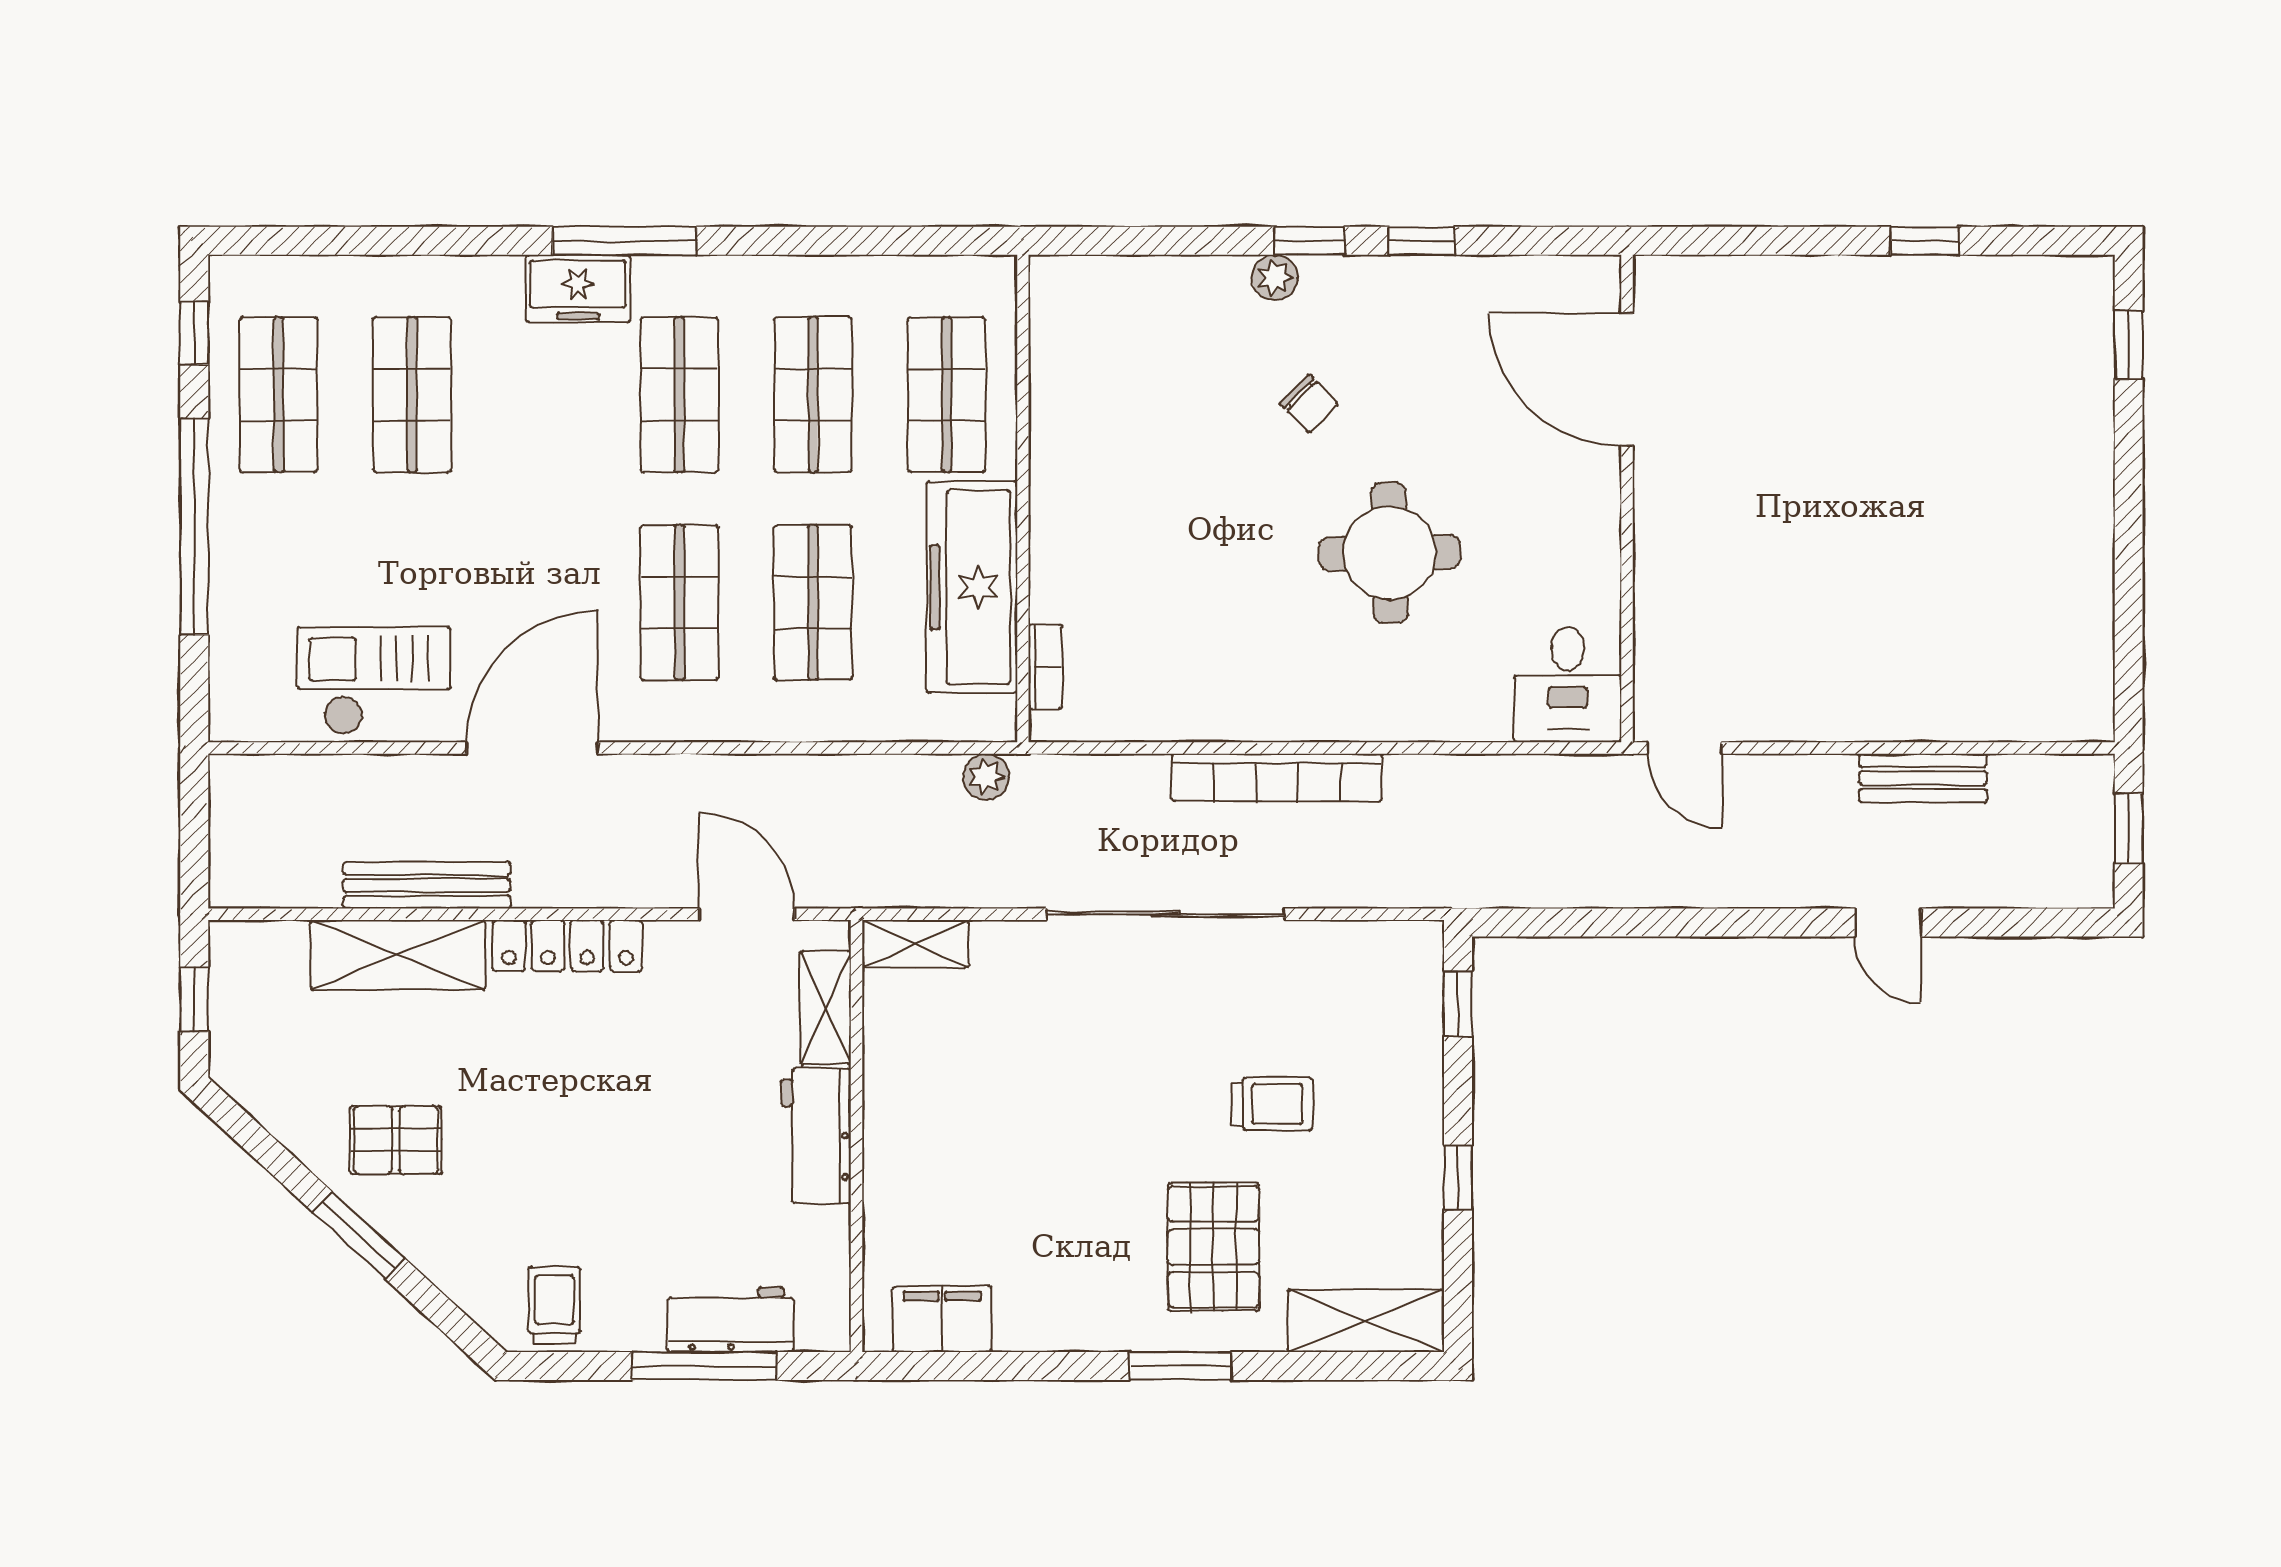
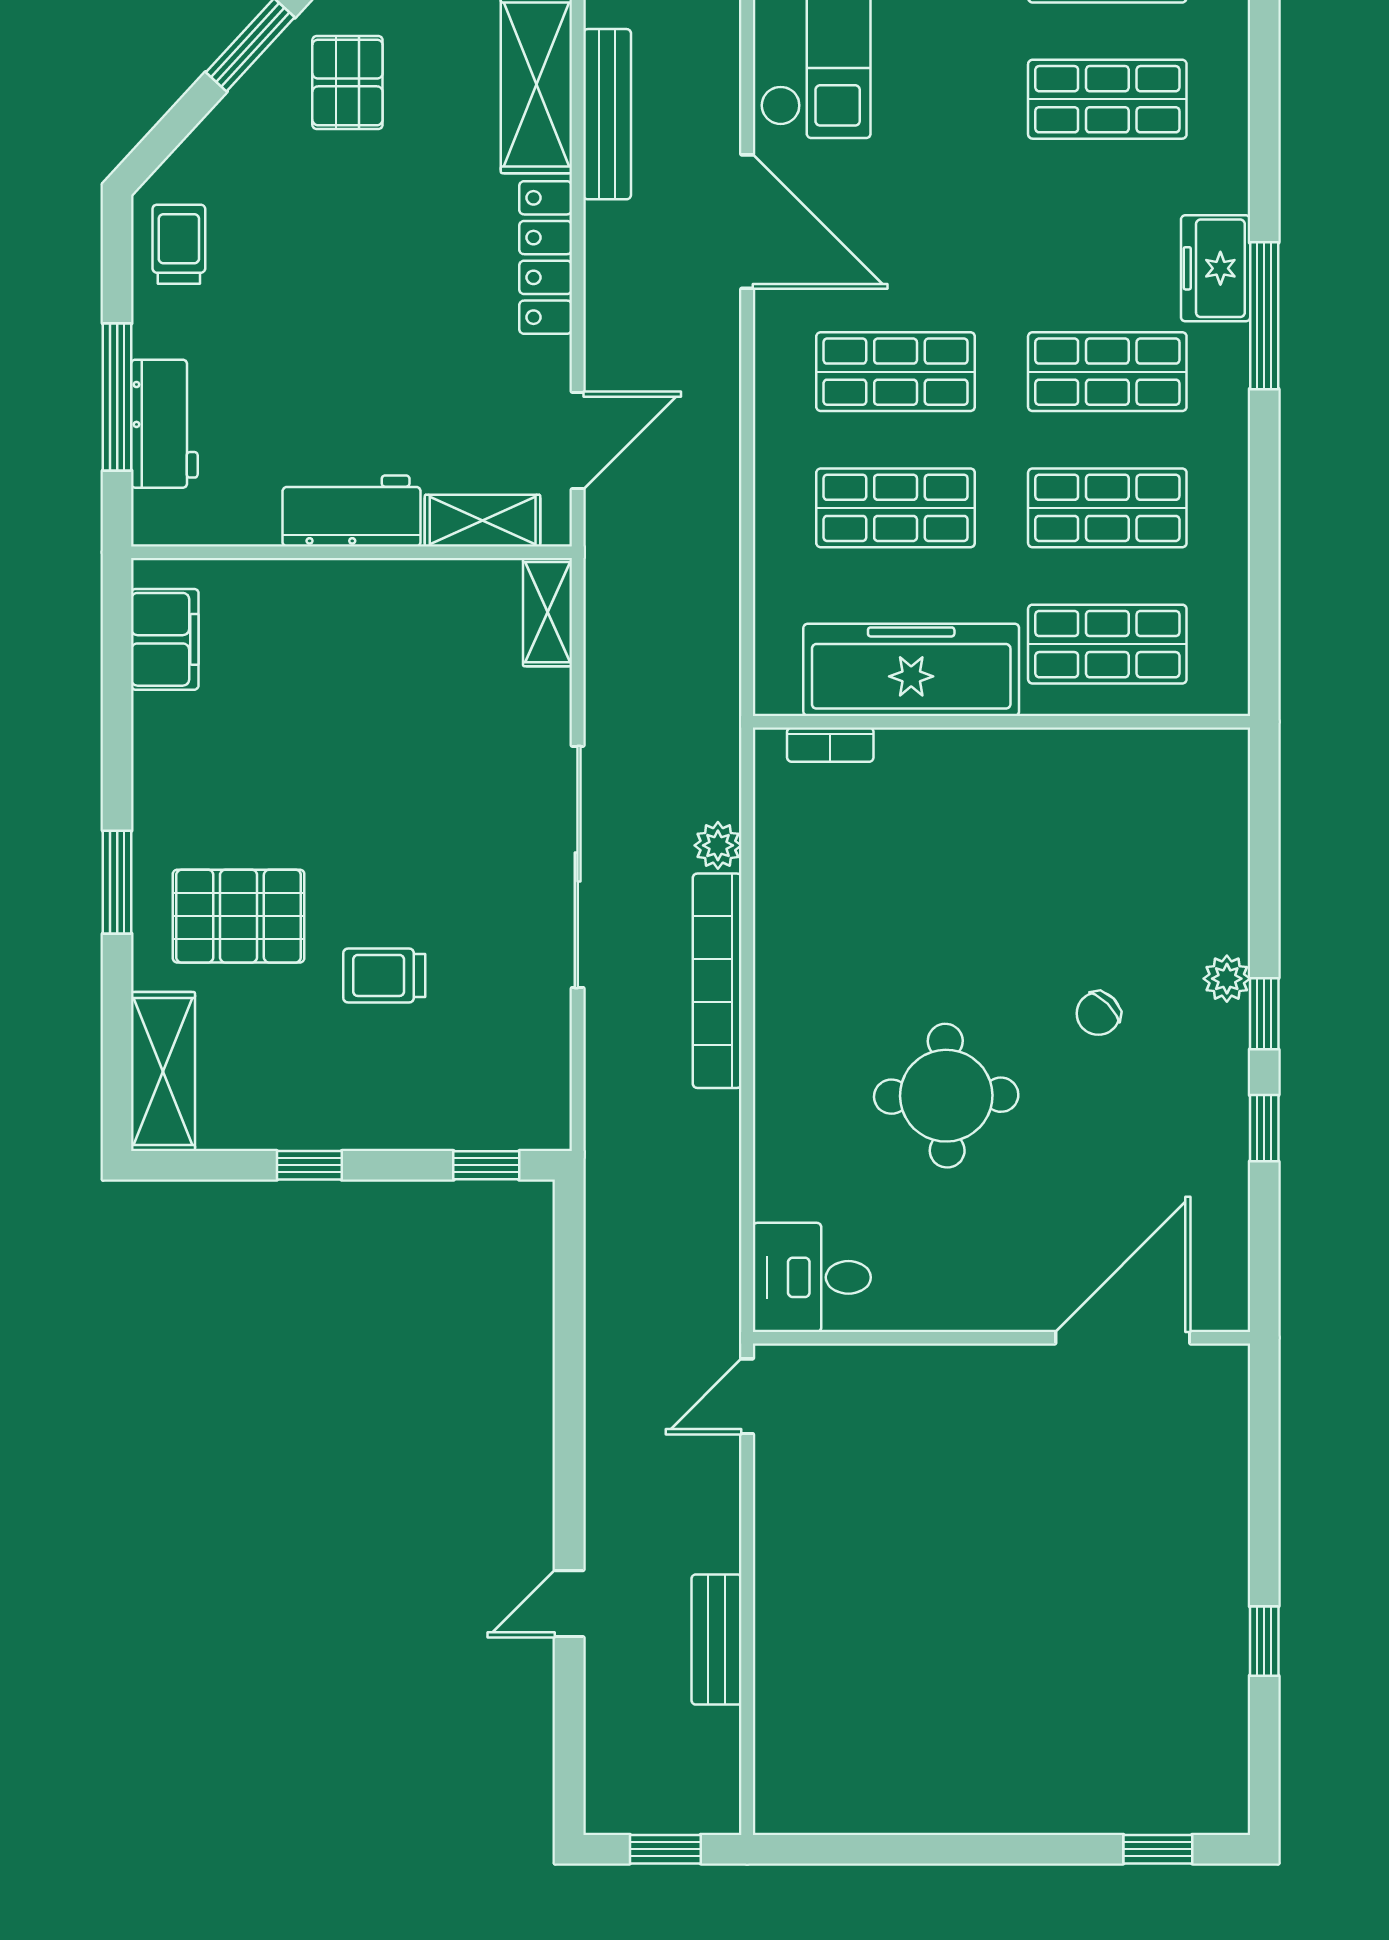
plant: (986, 777) -> (718, 845), moved
trolley: (1272, 1104) -> (384, 975), turned 90
trolley: (555, 1305) -> (179, 244), turned -90

